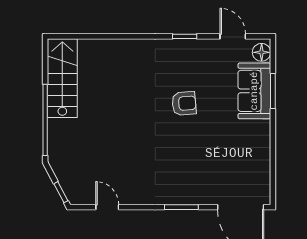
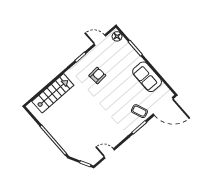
stairs: (62, 78) -> (53, 93), moved, turned 90
sofa: (254, 91) -> (147, 77), moved
armchair: (184, 103) -> (97, 75), moved
coffee table: (201, 185) -> (139, 111), added

